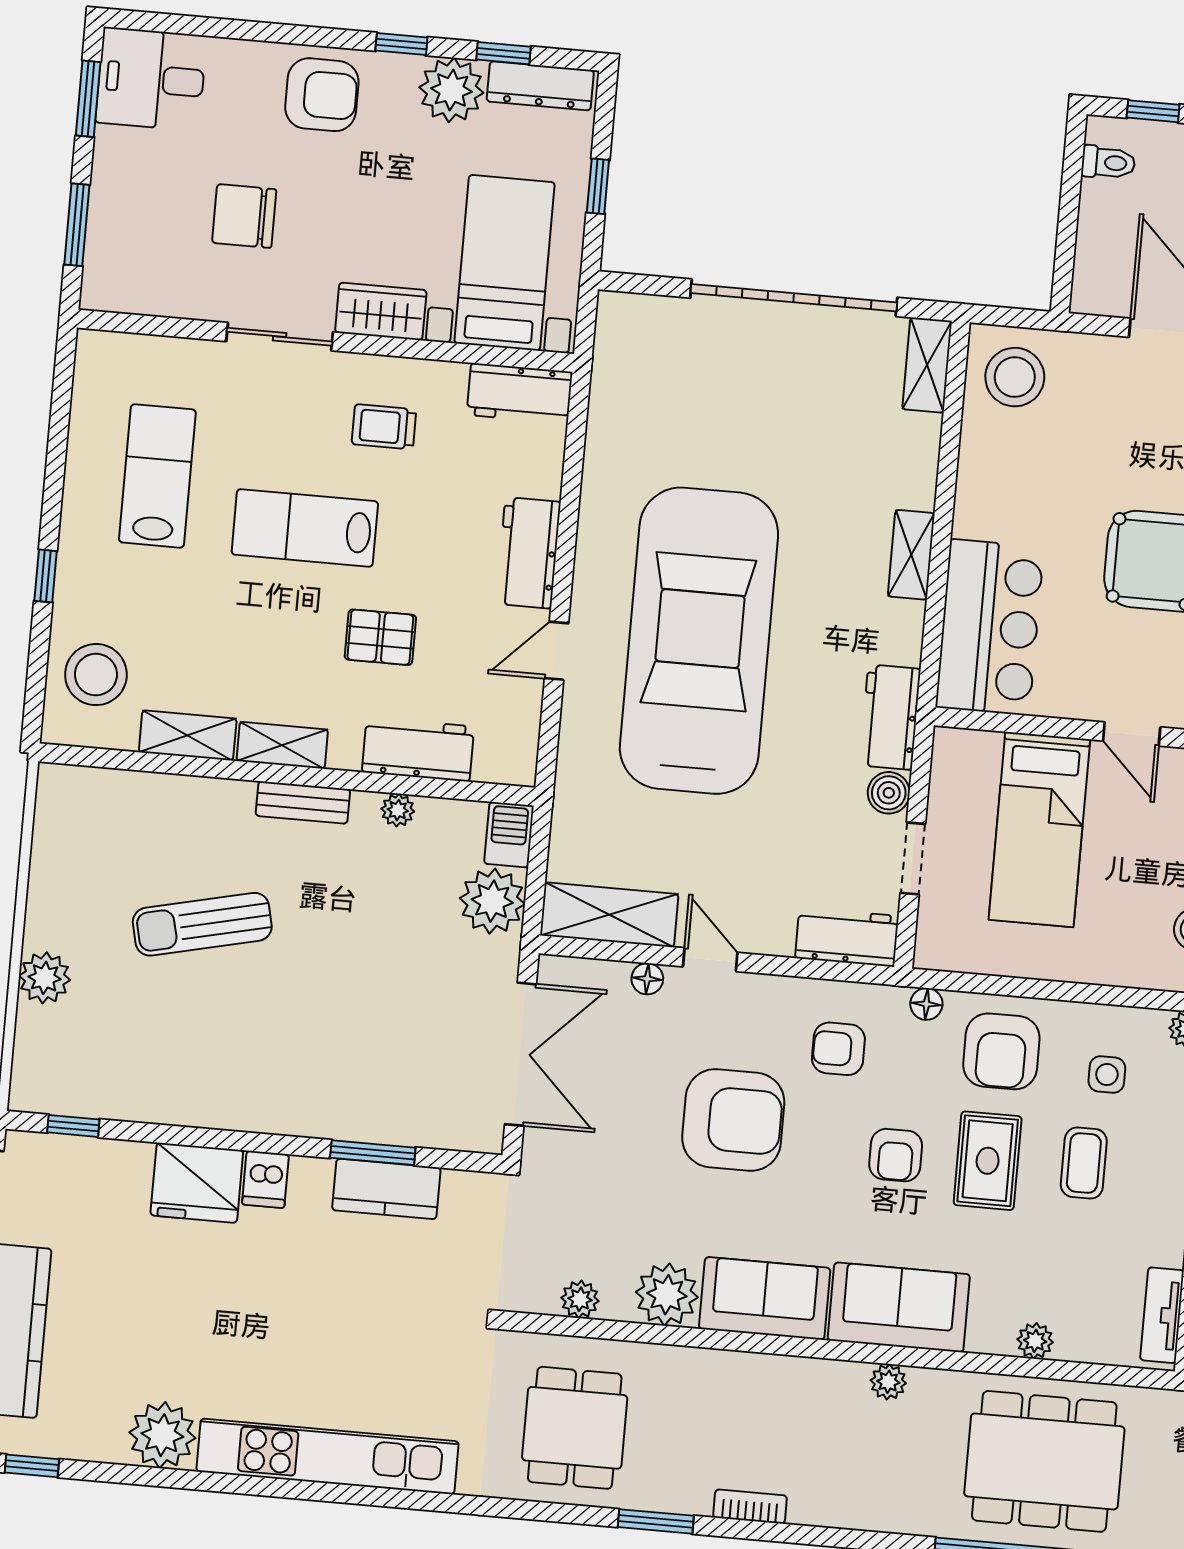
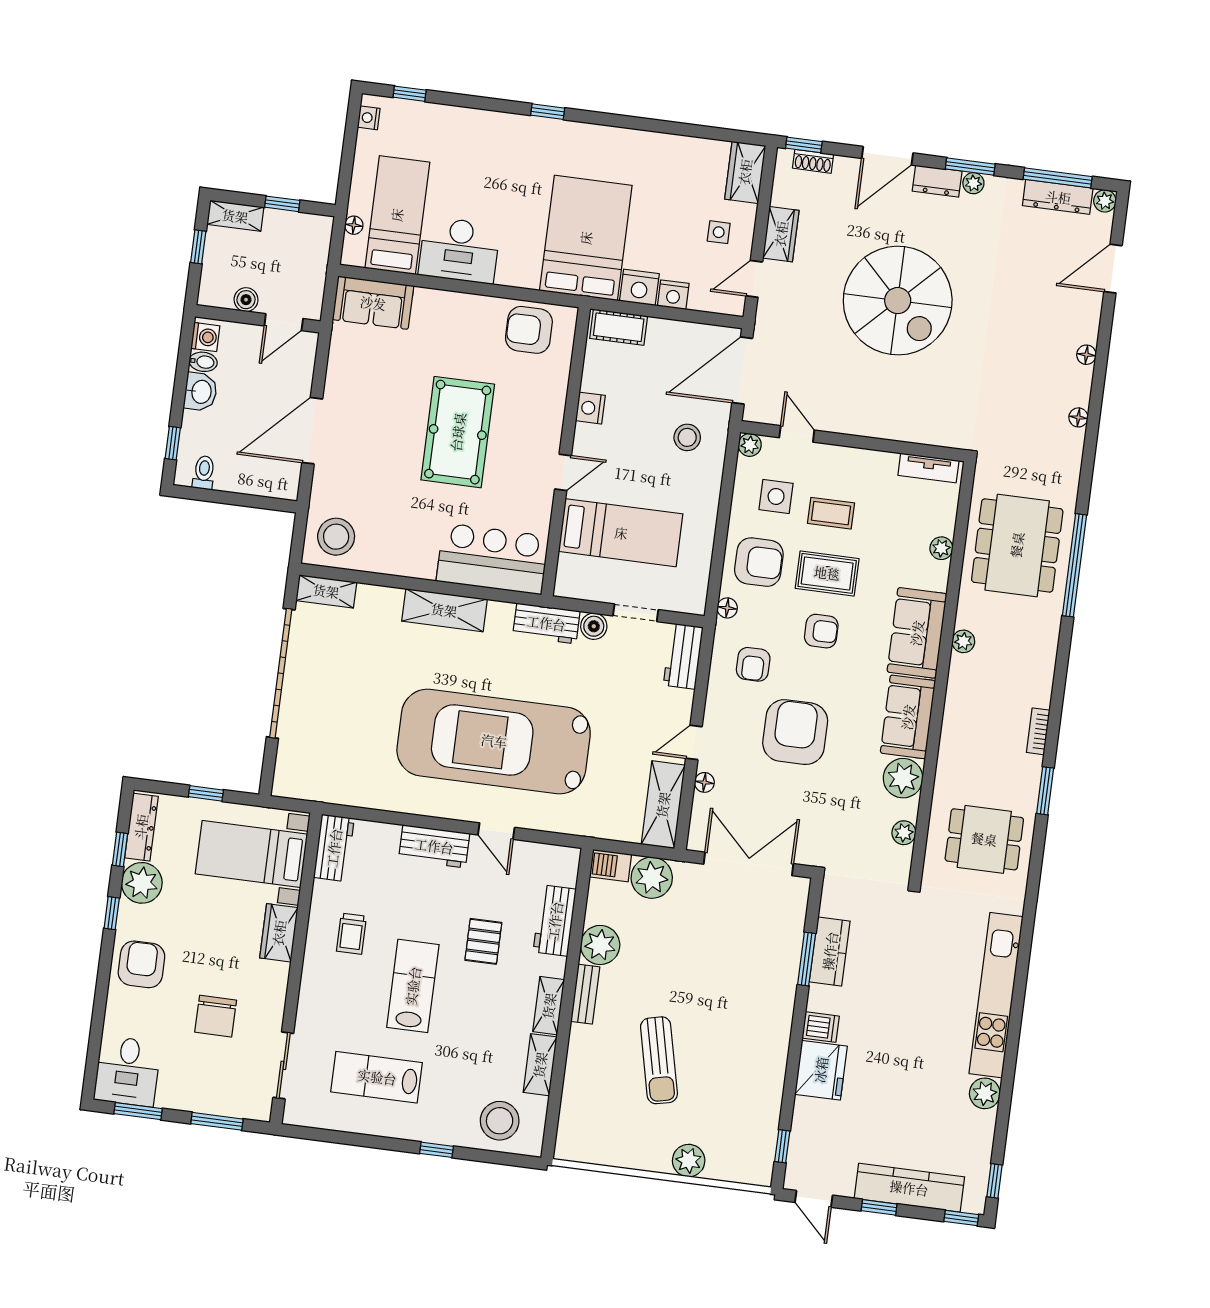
sliding door: (280, 337) -> (283, 1065), moved
lab bench: (305, 528) -> (413, 986), turned 180
shelving: (911, 555) -> (444, 610), width x1.50, depth x1.33
plant: (398, 810) -> (600, 945), width x1.88, depth x1.88
side table: (1107, 1075) -> (776, 496), width x1.37, depth x1.37
plant: (162, 1435) -> (985, 1093), width x0.73, depth x0.73

